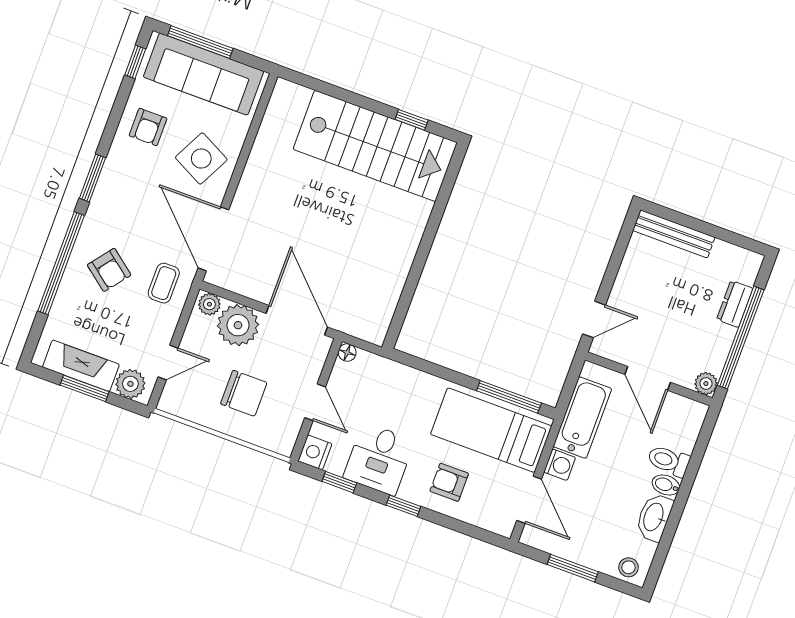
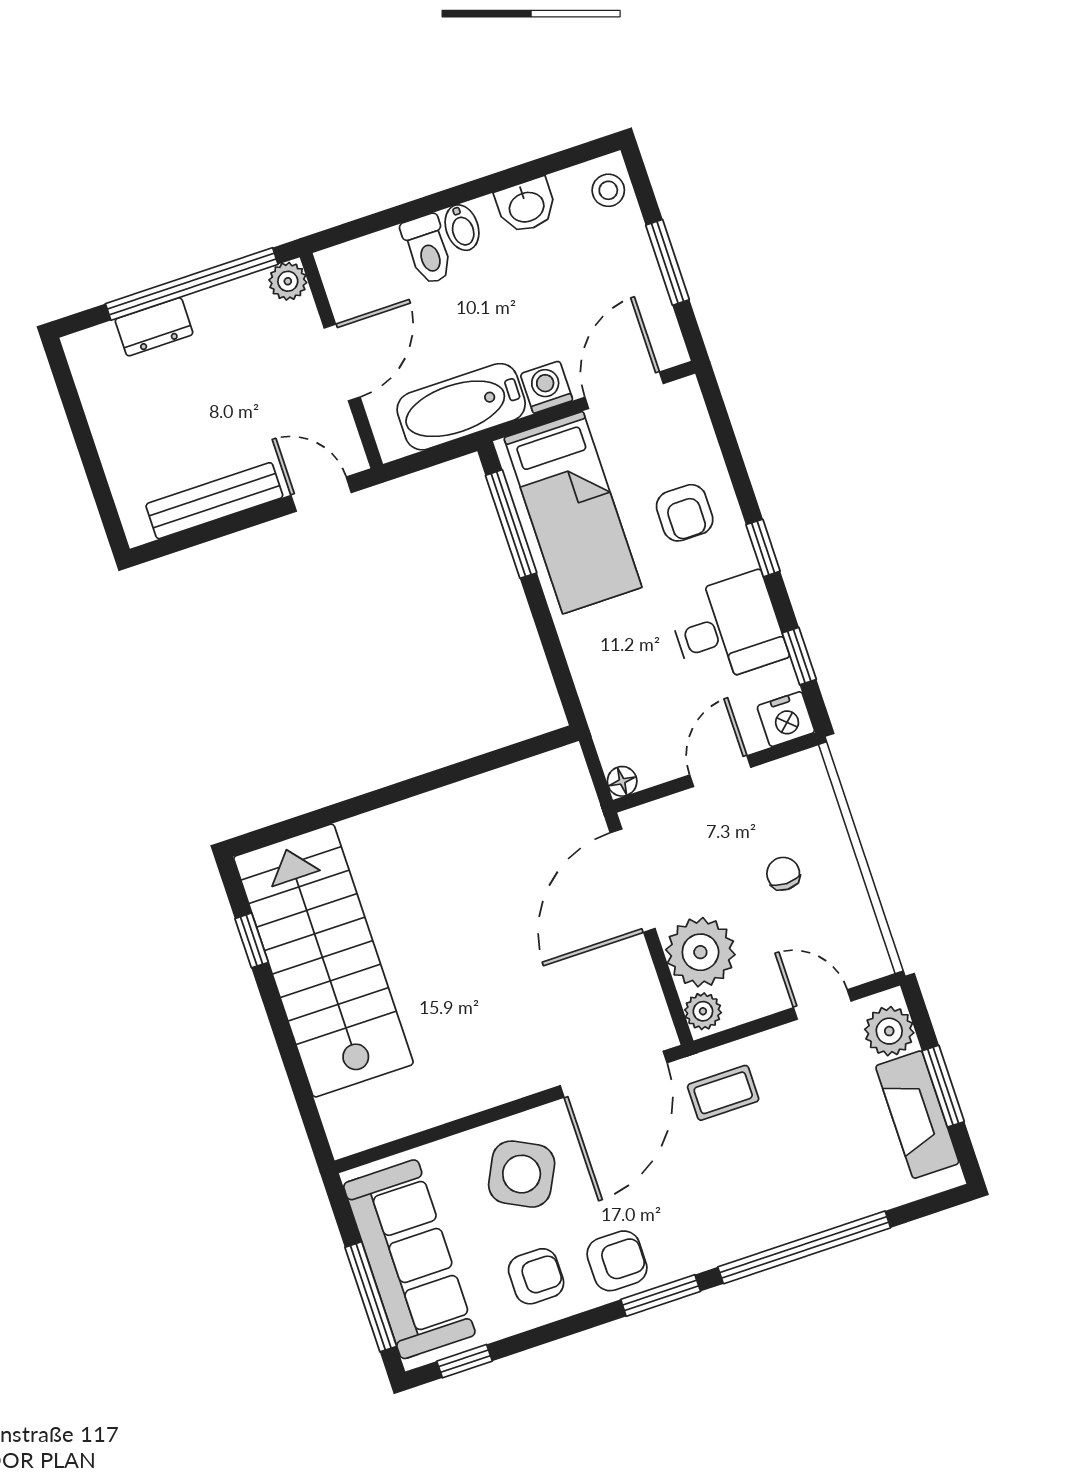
bench: (674, 234) -> (214, 501), moved, turned 90
armchair: (109, 270) -> (617, 1261), moved, turned 52
chair: (244, 393) -> (783, 874), width x0.54, depth x0.54
washbasin: (654, 517) -> (526, 206), width x0.72

